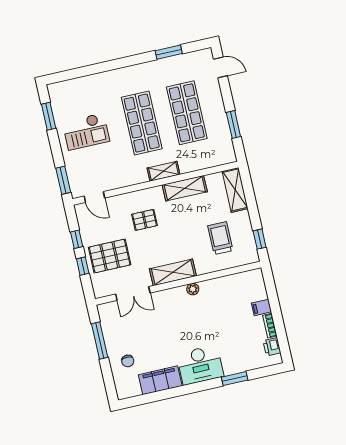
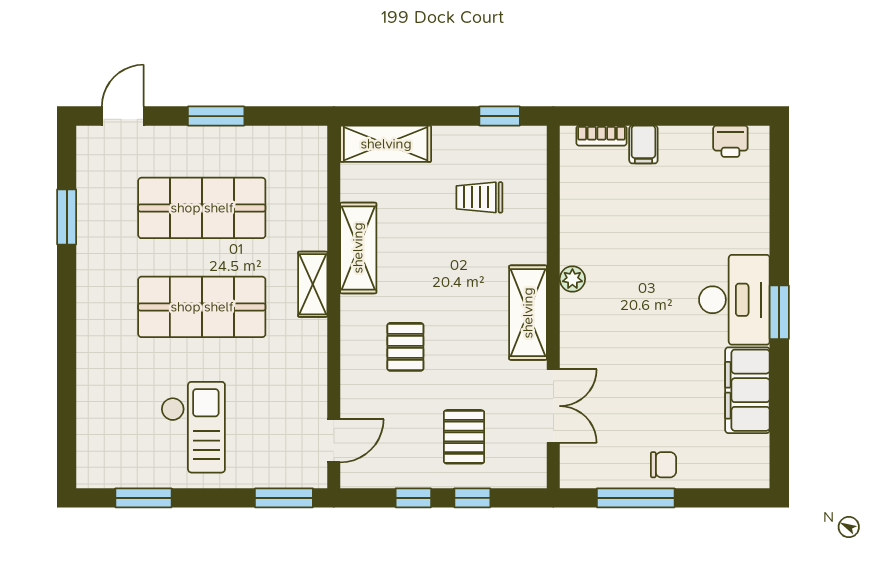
window: (233, 124) -> (216, 116), moved
trolley: (220, 238) -> (479, 197), width x0.73, depth x0.72
pallet: (110, 256) -> (464, 437), width x0.67, depth x0.71
bookcase: (270, 326) -> (601, 136), moved
chair: (128, 361) -> (663, 465), moved
window: (235, 379) -> (779, 312), moved

